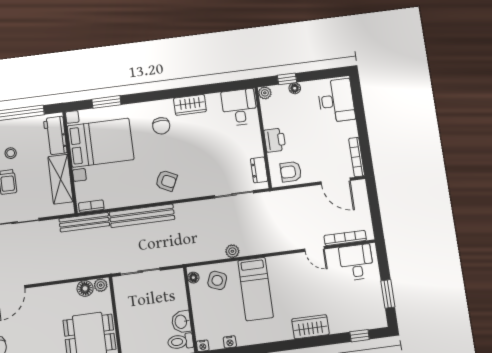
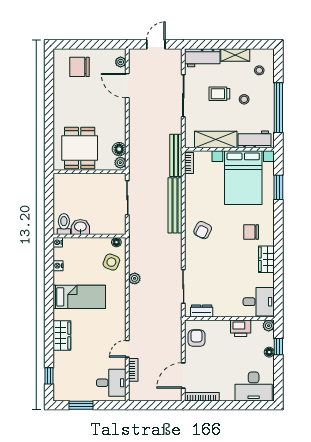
printer: (275, 140) -> (241, 328), moved
bookcase: (345, 238) -> (133, 370), width x0.64
bed: (256, 289) -> (79, 297), moved, turned 180

